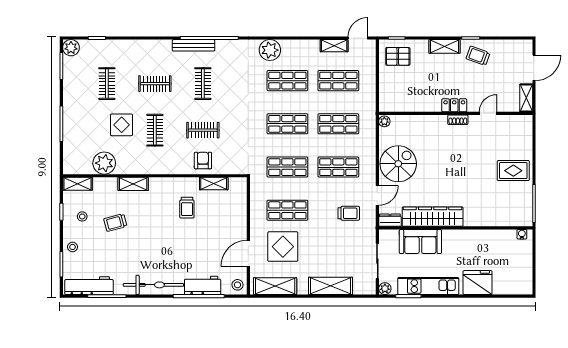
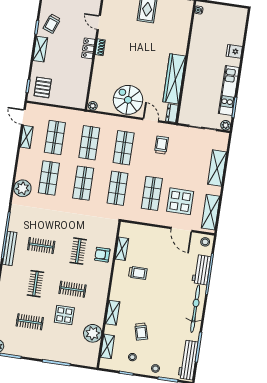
shelving: (77, 184) -> (107, 346), moved
sofa: (420, 242) -> (192, 91), removed
fridge: (477, 283) -> (234, 51), width x0.53, depth x0.75

